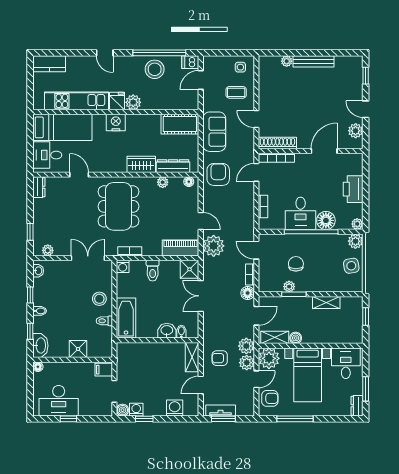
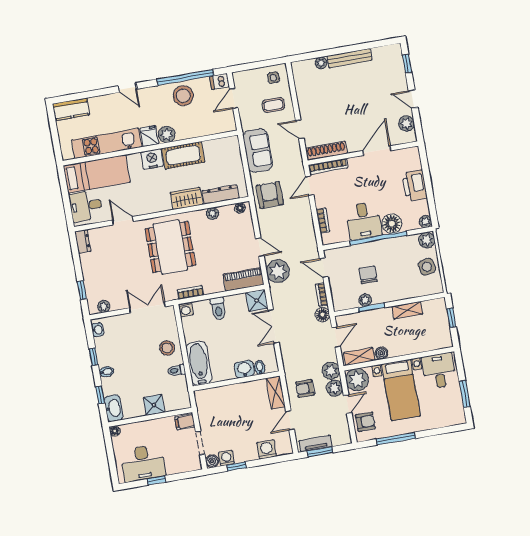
cot: (180, 124) -> (183, 155), moved
dresser: (357, 406) -> (459, 413), removed

